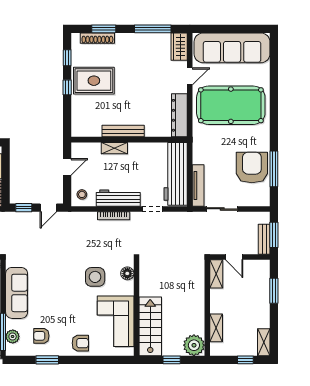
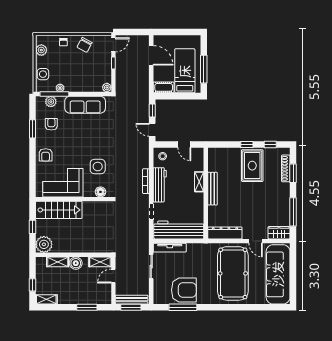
bench: (264, 239) -> (132, 300), width x1.36
boiler: (218, 305) -> (76, 263), added

